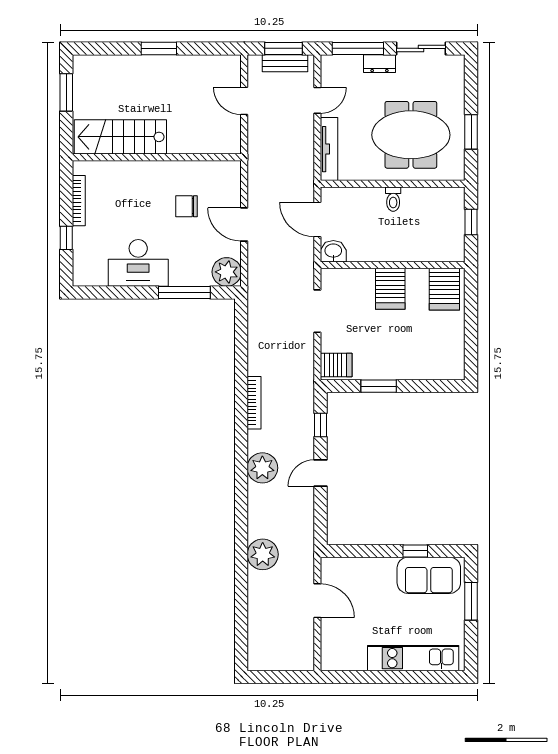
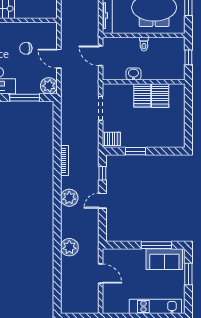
washbasin: (333, 251) -> (133, 74), moved
server rack: (444, 289) -> (160, 96), moved
window: (415, 551) -> (156, 245), width x2.17

